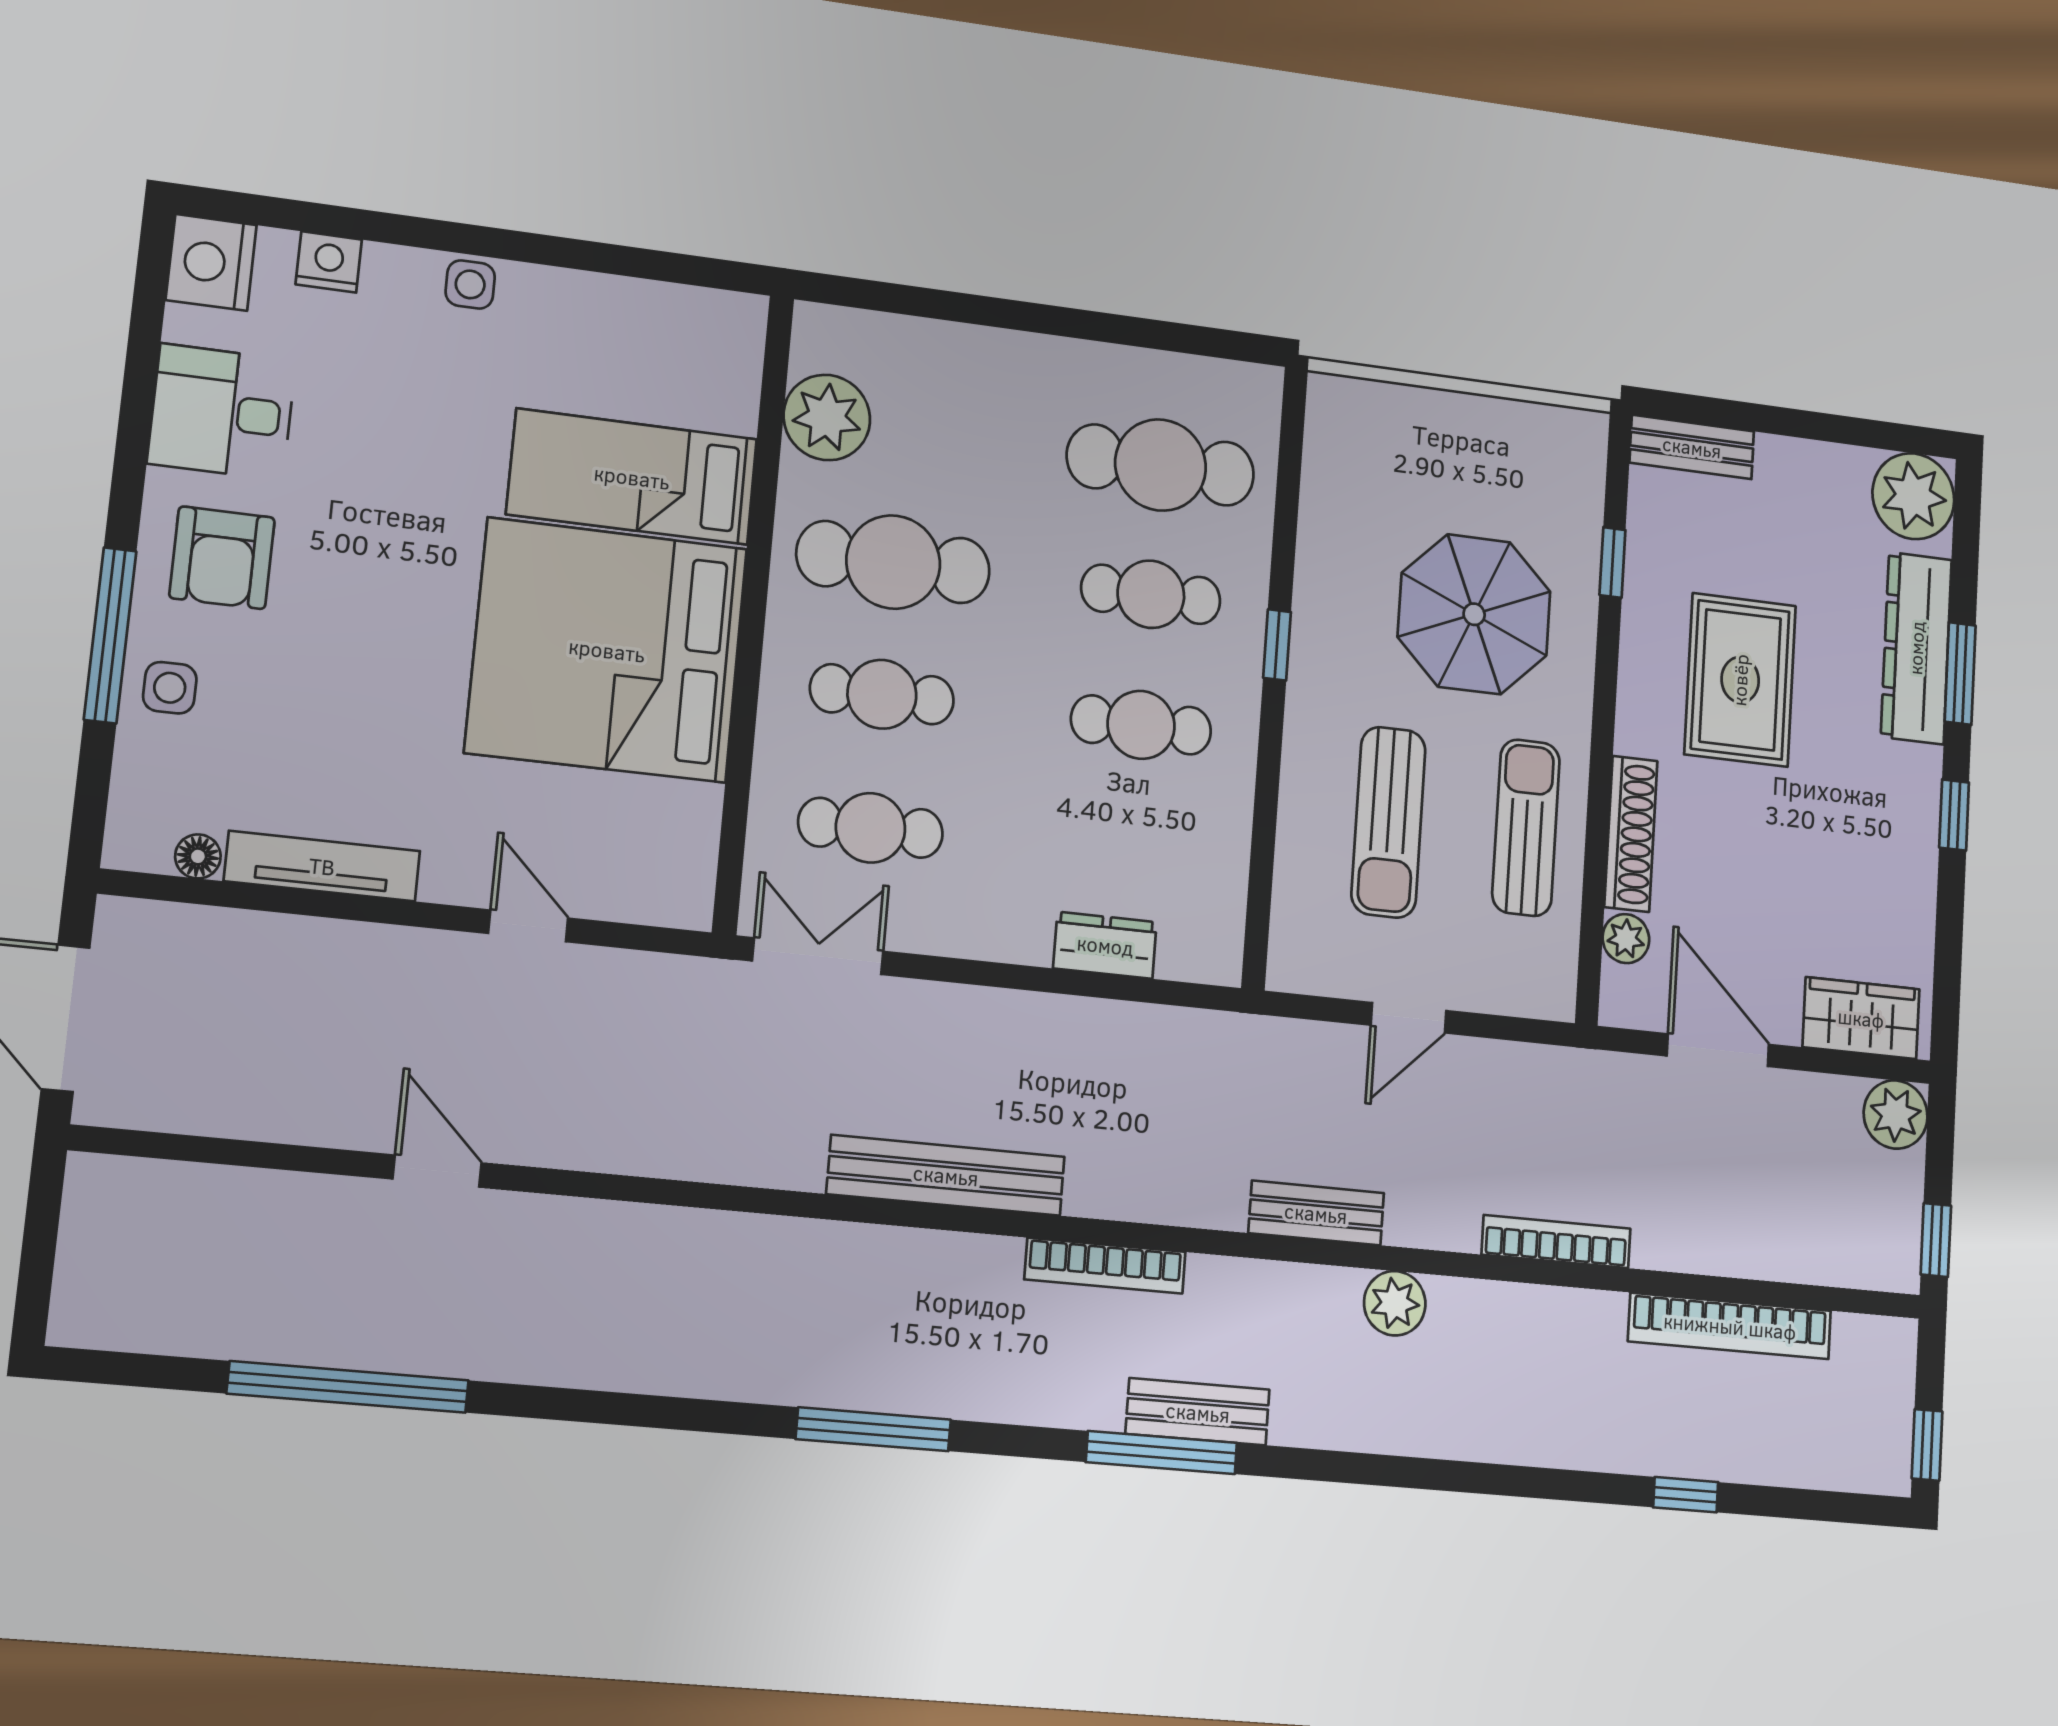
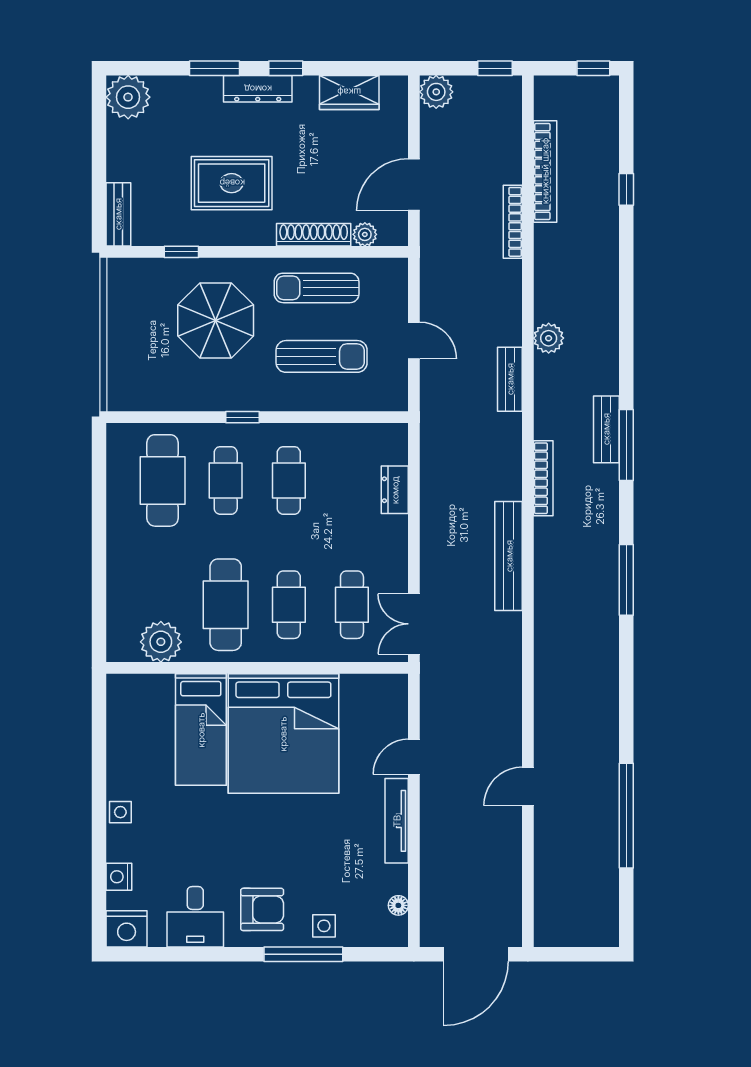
dresser: (1916, 648) -> (258, 89), moved, width x0.73, depth x0.80
tv unit: (322, 866) -> (397, 821), moved
wardrobe: (1861, 1018) -> (349, 92), moved, turned -90
bookcase: (1556, 1242) -> (513, 222), moved

